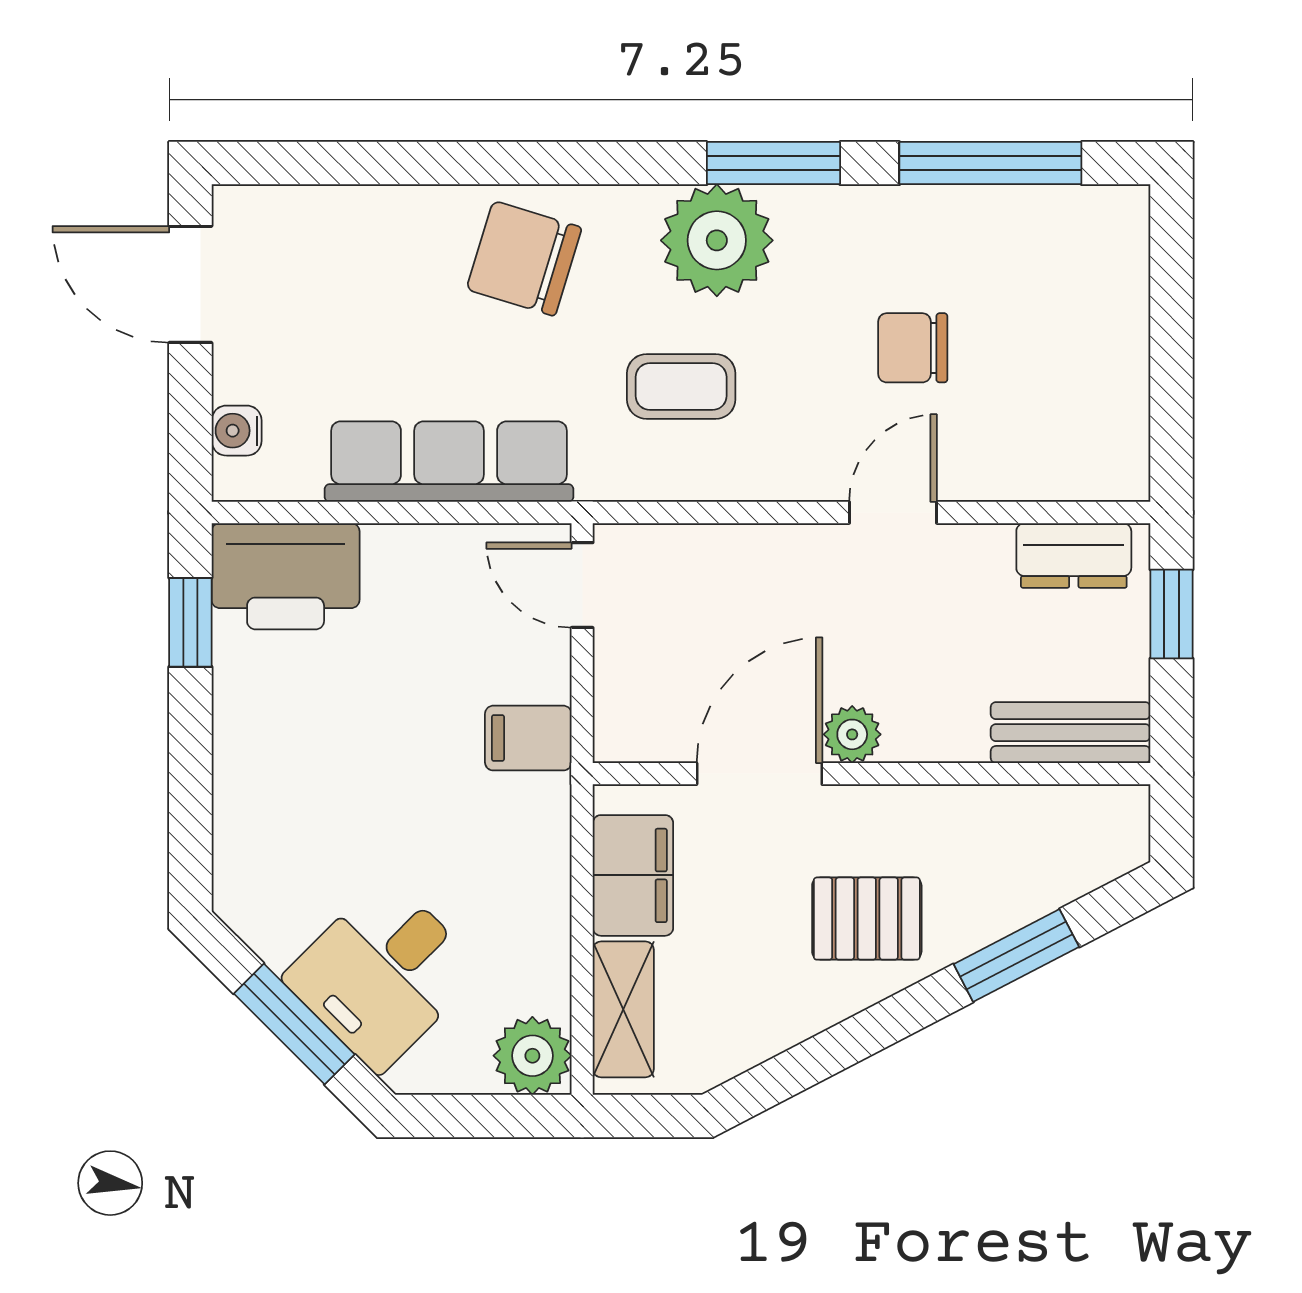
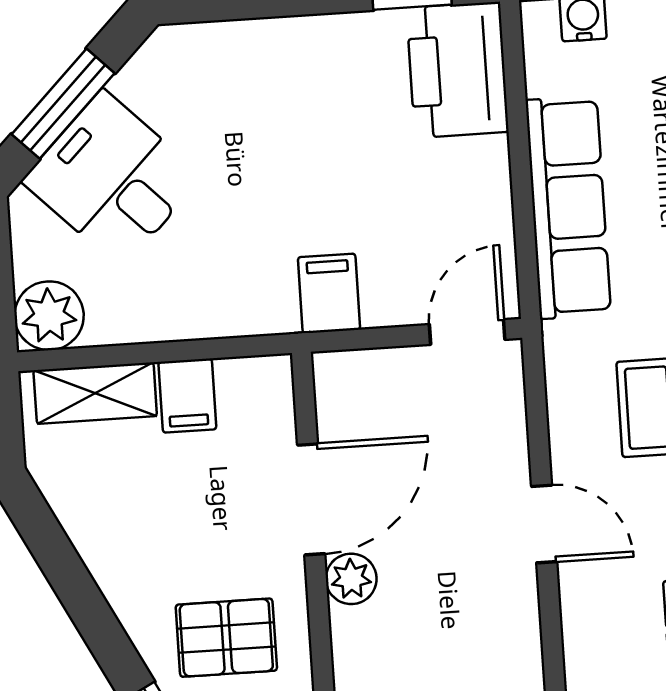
door: (893, 512) -> (544, 524), moved
door: (759, 774) -> (311, 499), hinge flipped
filing cabinet: (633, 875) -> (187, 396), width x0.50
pallet: (867, 919) -> (226, 638), moved, turned 90

